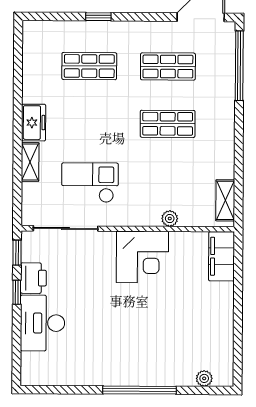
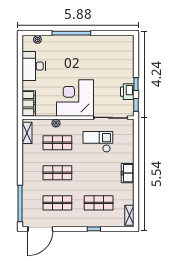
shelving: (30, 162) -> (129, 215), moved
shop shelf: (167, 181) -> (57, 143), added
checkout: (90, 183) -> (98, 142), turned 180
corner desk: (142, 257) -> (75, 98), width x1.36, depth x1.36
desk: (42, 323) -> (34, 66), moved, turned 180

